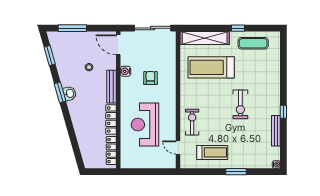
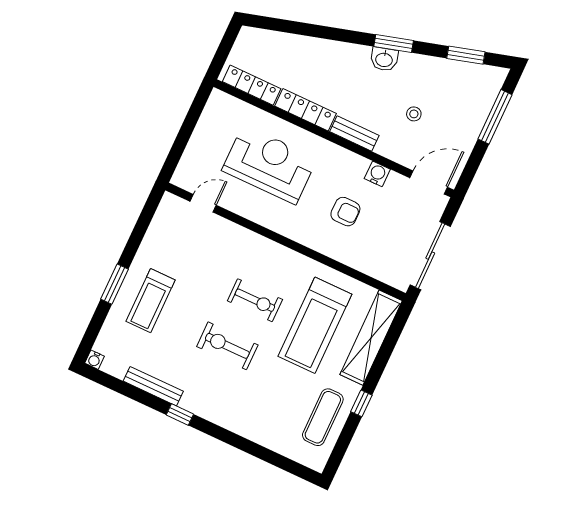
treadmill: (211, 67) -> (315, 325), turned 180
bench: (111, 87) -> (354, 133), width x0.73
exercise bike: (192, 122) -> (255, 300), moved
treadmill: (212, 152) -> (151, 301), moved

